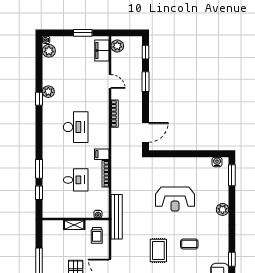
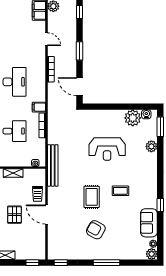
window: (145, 82) -> (80, 51), moved
door: (145, 132) -> (80, 87), swing flipped
plant: (202, 166) -> (133, 118), added
plant: (223, 209) -> (151, 146), moved
trolley: (97, 235) -> (38, 194), moved

